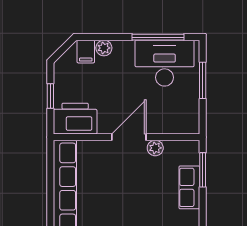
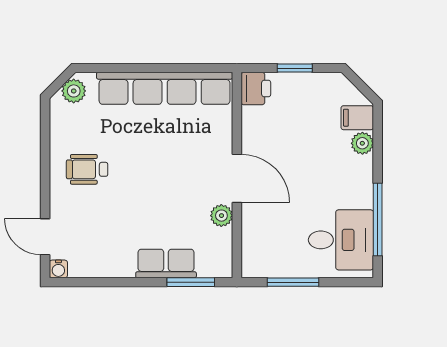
desk: (165, 63) -> (341, 240), width x0.73
window: (203, 80) -> (293, 282), moved
printer: (75, 119) -> (256, 89), width x0.53, depth x0.68

